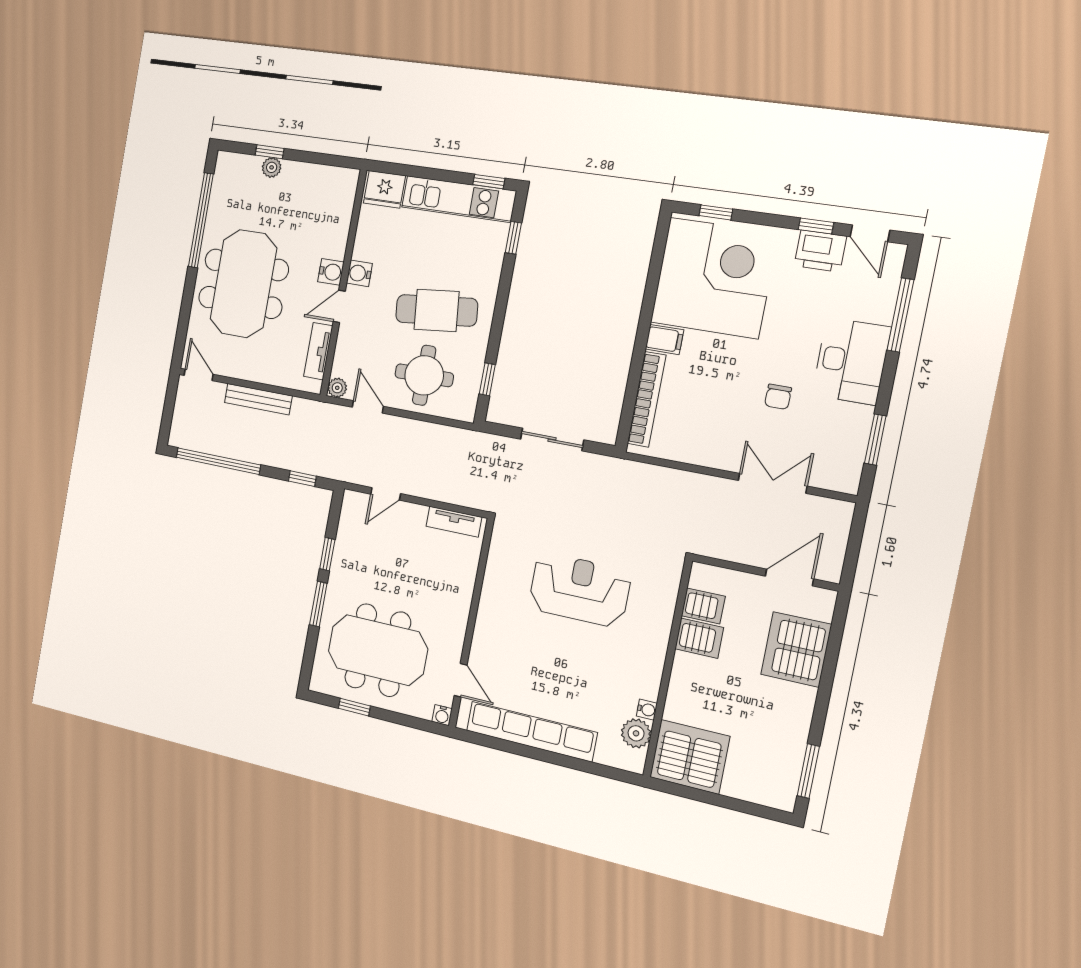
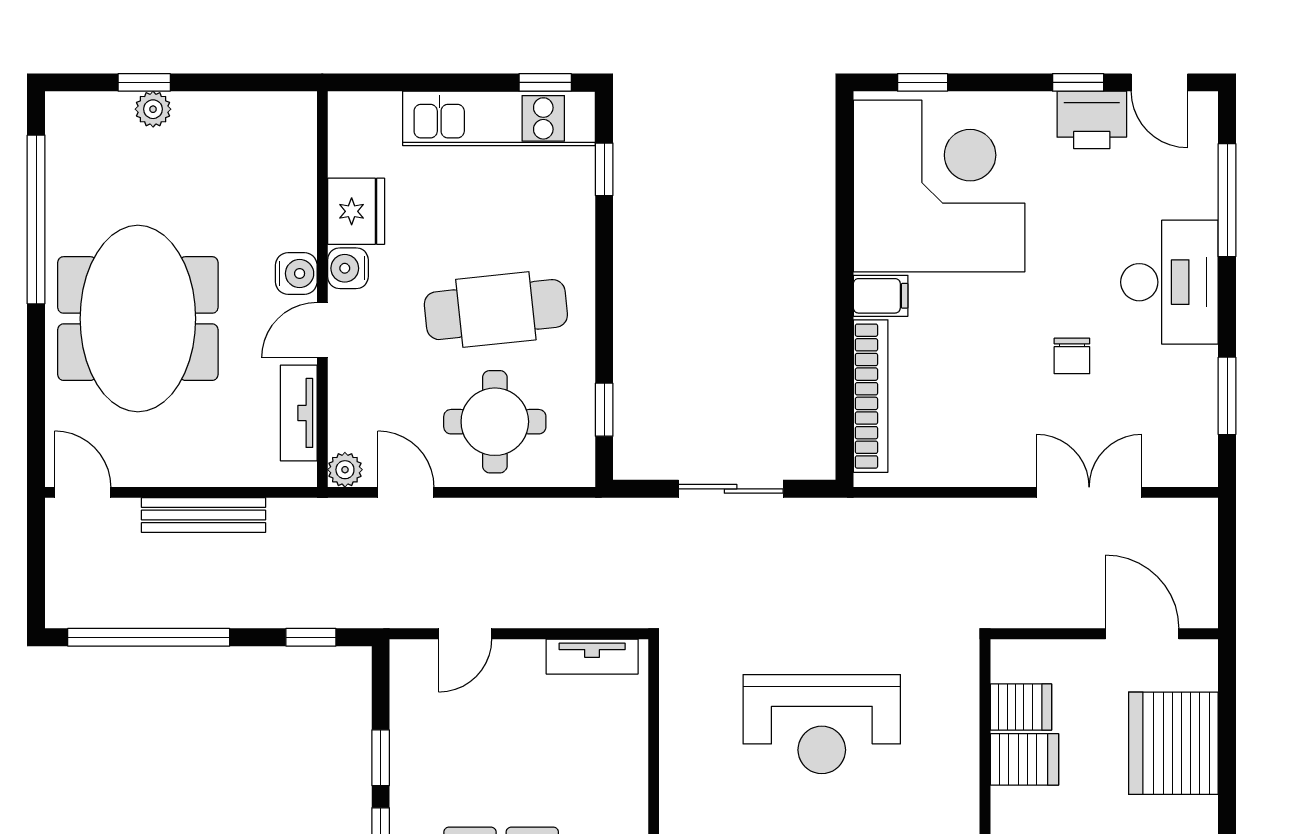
fridge: (384, 189) -> (356, 211), moved, turned -90
door: (789, 577) -> (1142, 634), hinge flipped
reception desk: (580, 590) -> (822, 724), turned 180

